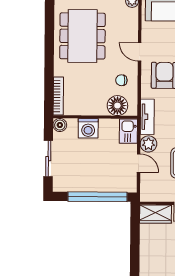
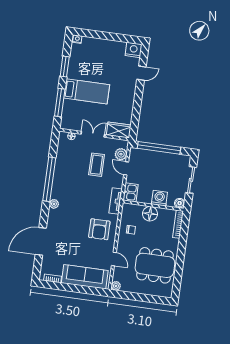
dining table: (82, 36) -> (155, 265), turned 90
door: (140, 52) -> (114, 259), moved
floor lamp: (117, 106) -> (150, 214), moved
plant: (148, 144) -> (121, 154), moved

